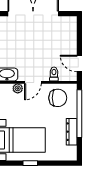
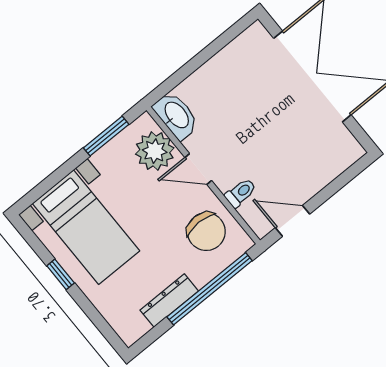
door: (79, 64) -> (293, 221), hinge flipped
plant: (18, 88) -> (155, 151), width x1.88, depth x1.88

